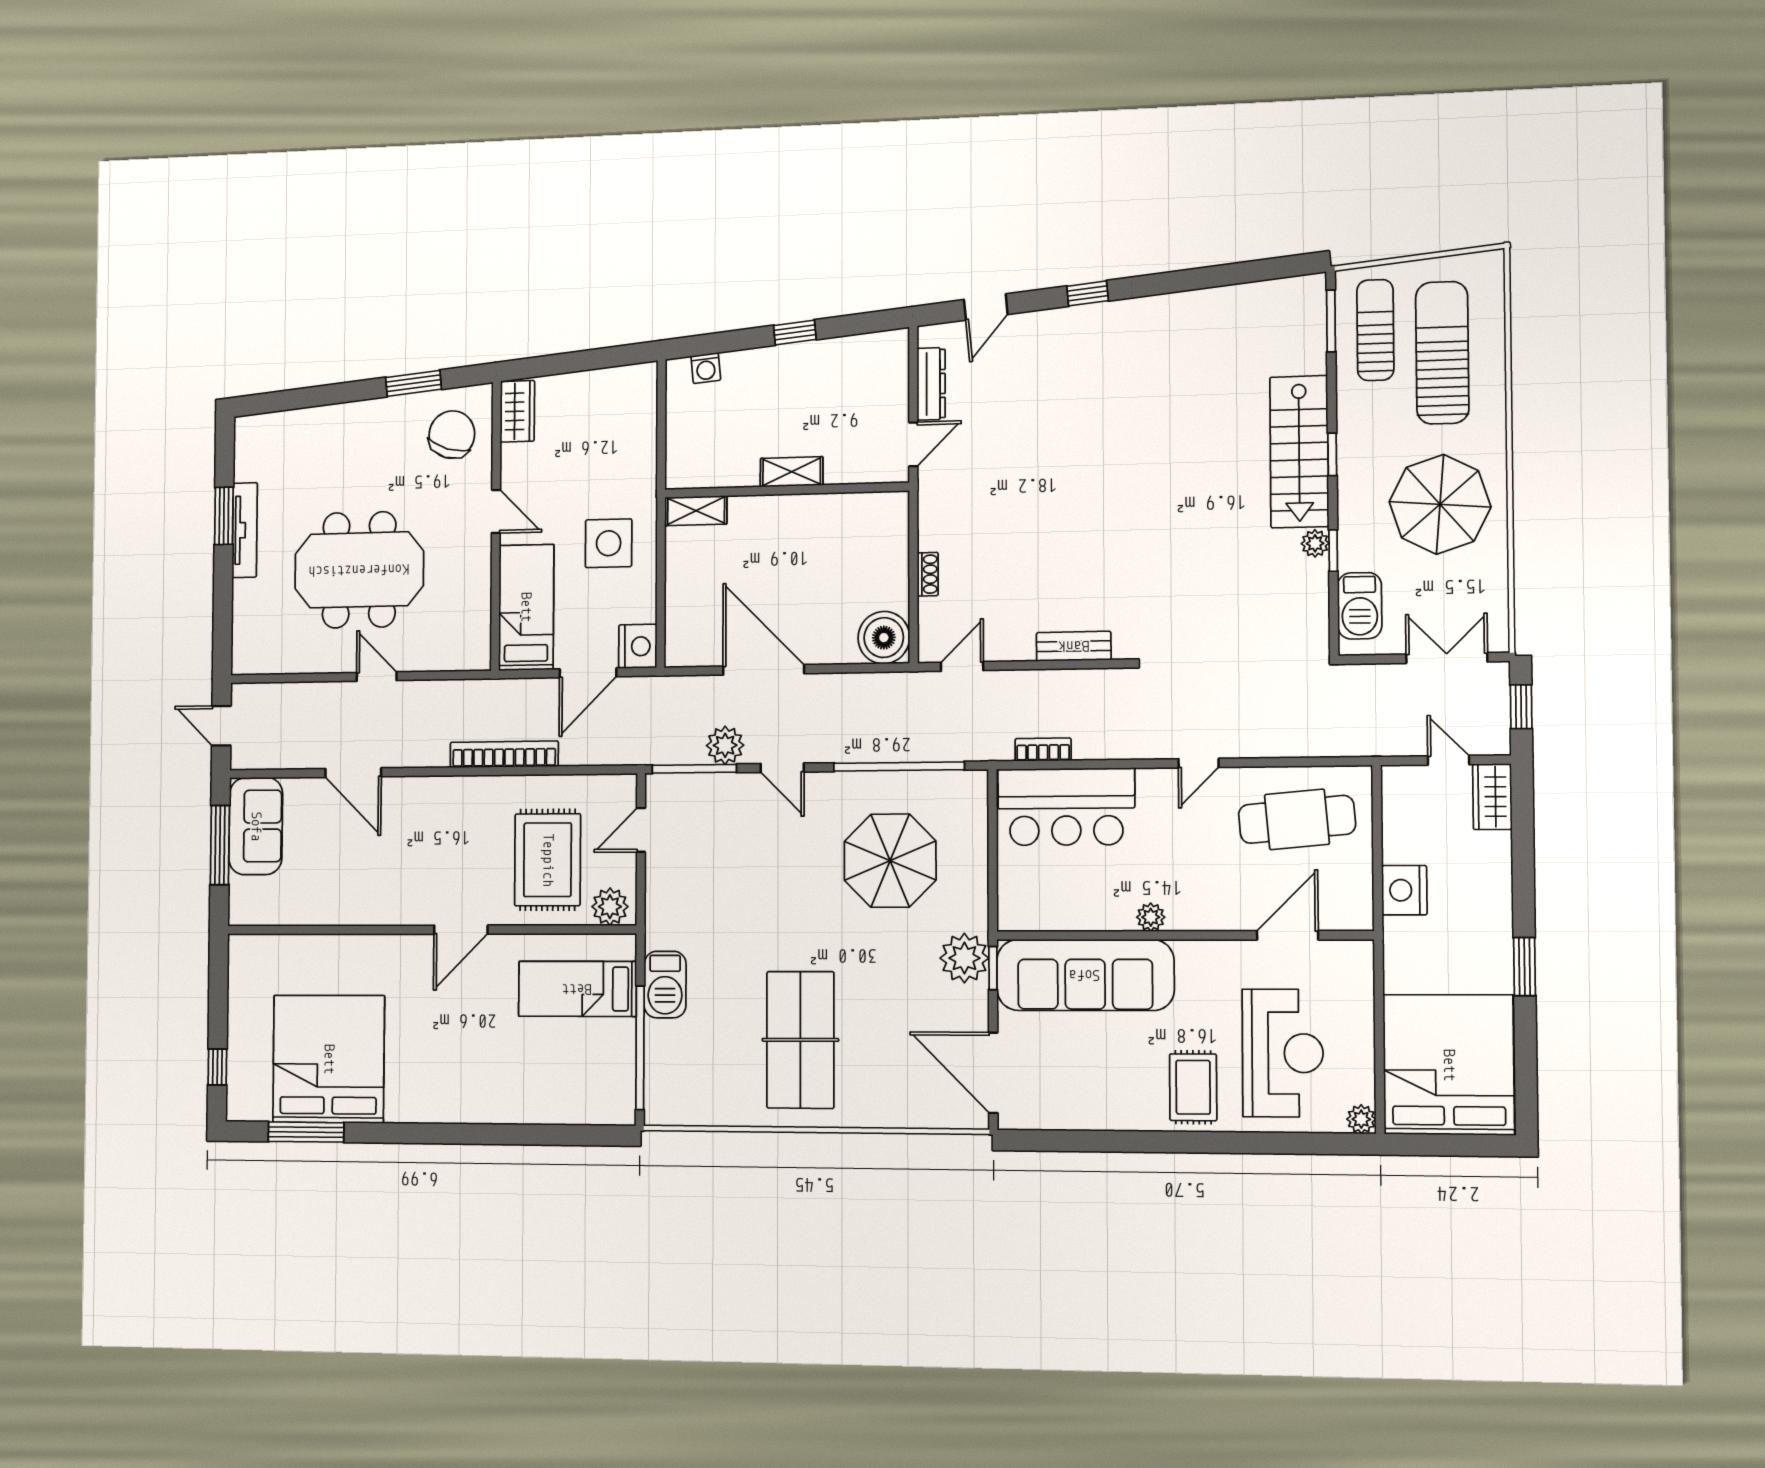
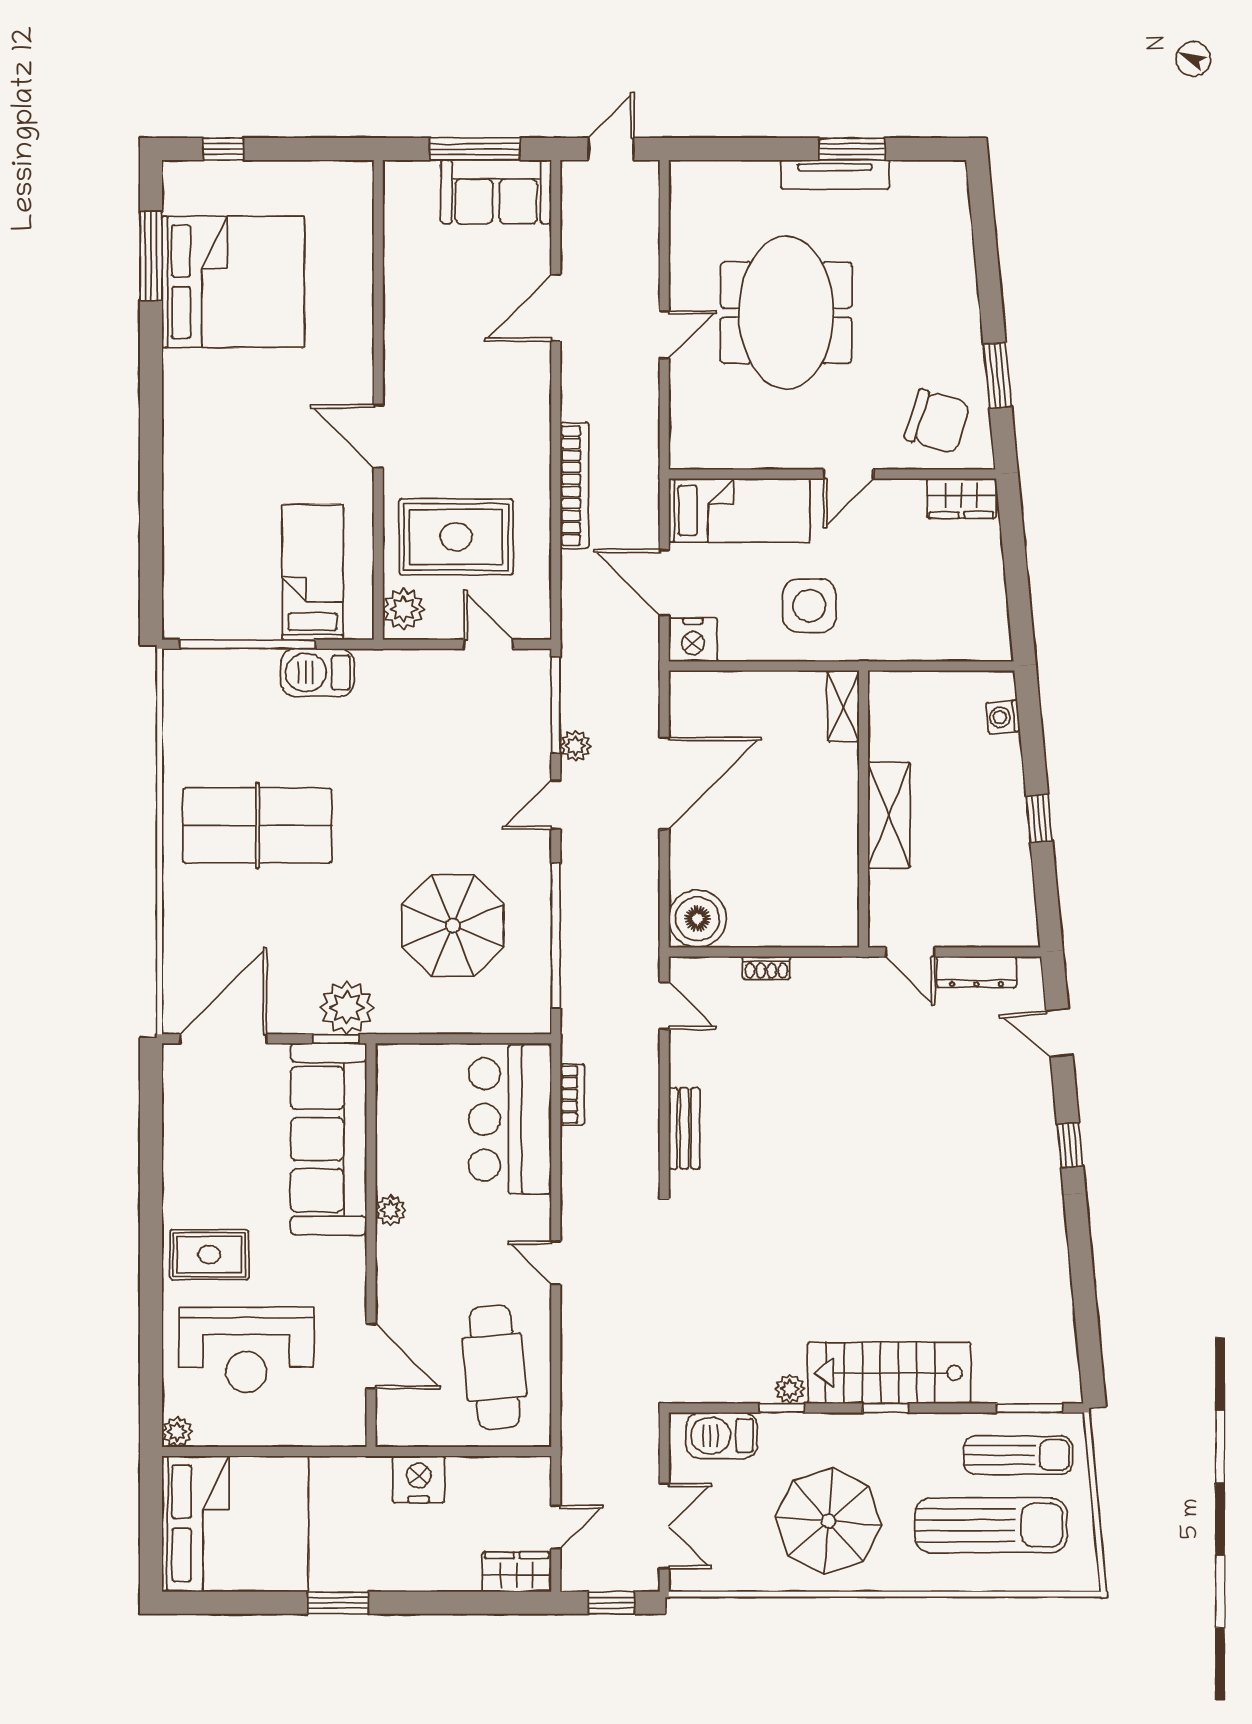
shelving: (792, 472) -> (889, 815), width x1.50, depth x1.33
plant: (725, 745) -> (576, 746), width x0.73, depth x0.73

